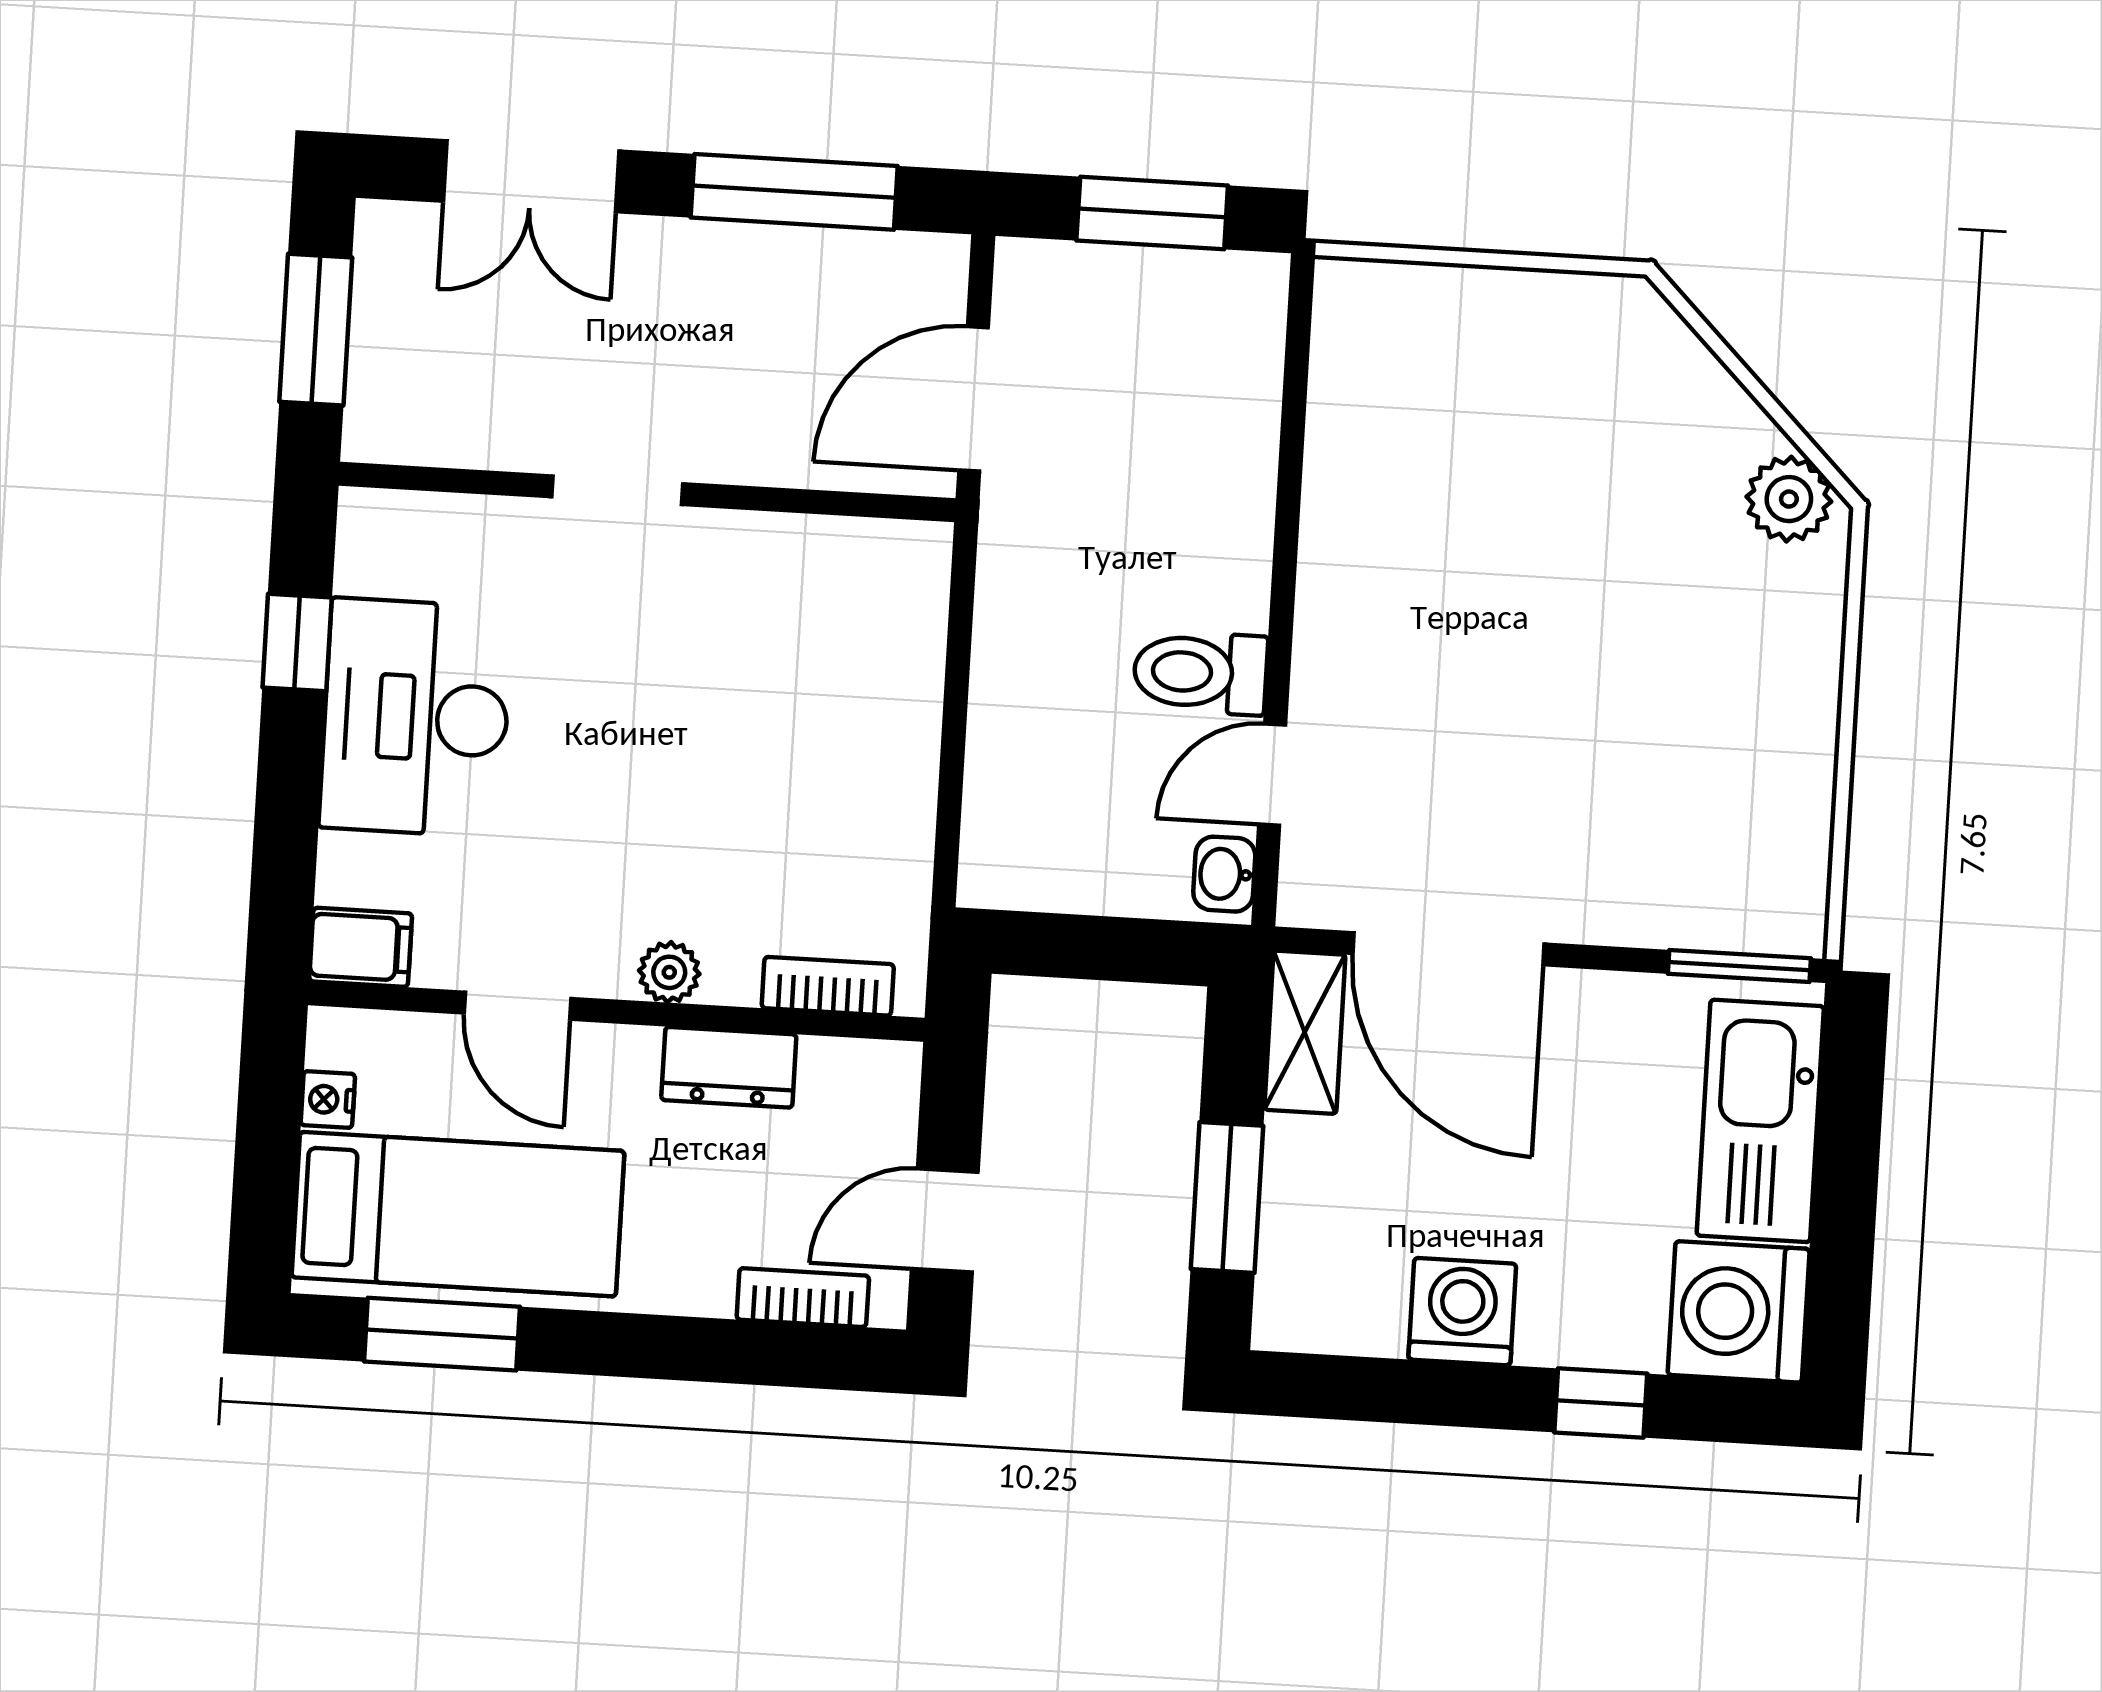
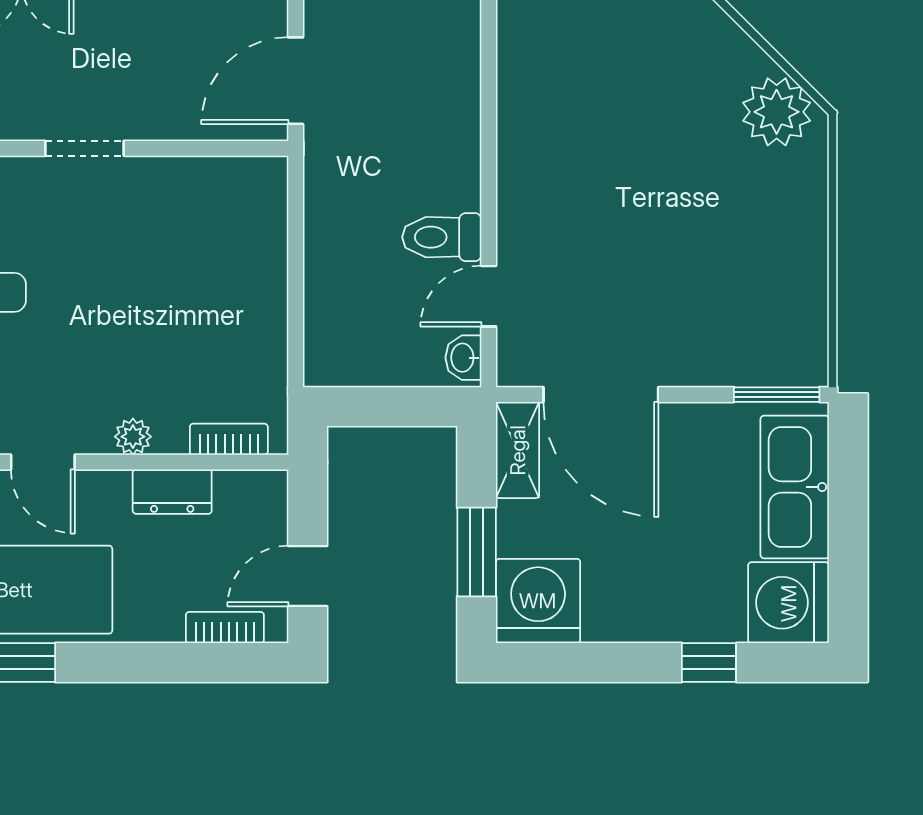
plant: (1789, 499) -> (777, 112), width x1.36, depth x1.36
washing machine: (1462, 1312) -> (538, 601), moved, width x1.37, depth x1.37

